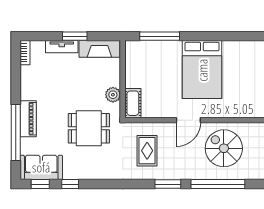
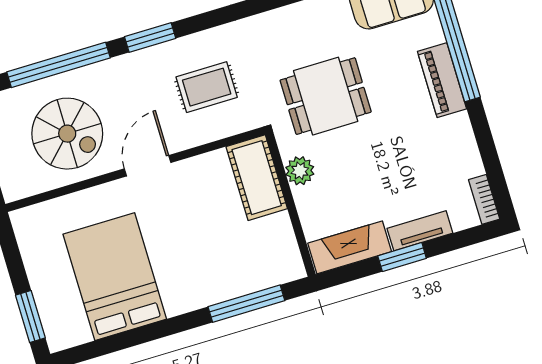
bed: (202, 70) -> (115, 277), moved
cot: (133, 103) -> (257, 178), width x1.37, depth x1.34
rug: (147, 151) -> (207, 87), turned 90

